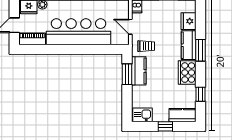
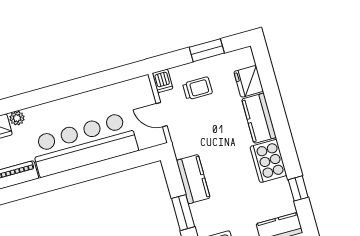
trolley: (146, 46) -> (197, 88), moved
window: (200, 50) -> (279, 121), removed
window: (127, 74) -> (183, 213), moved

